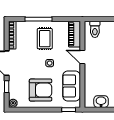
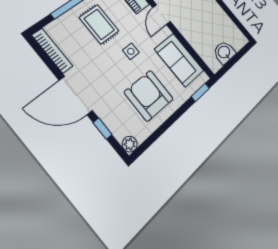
door: (82, 57) -> (162, 15), hinge flipped
armchair: (41, 90) -> (149, 96), turned -89

